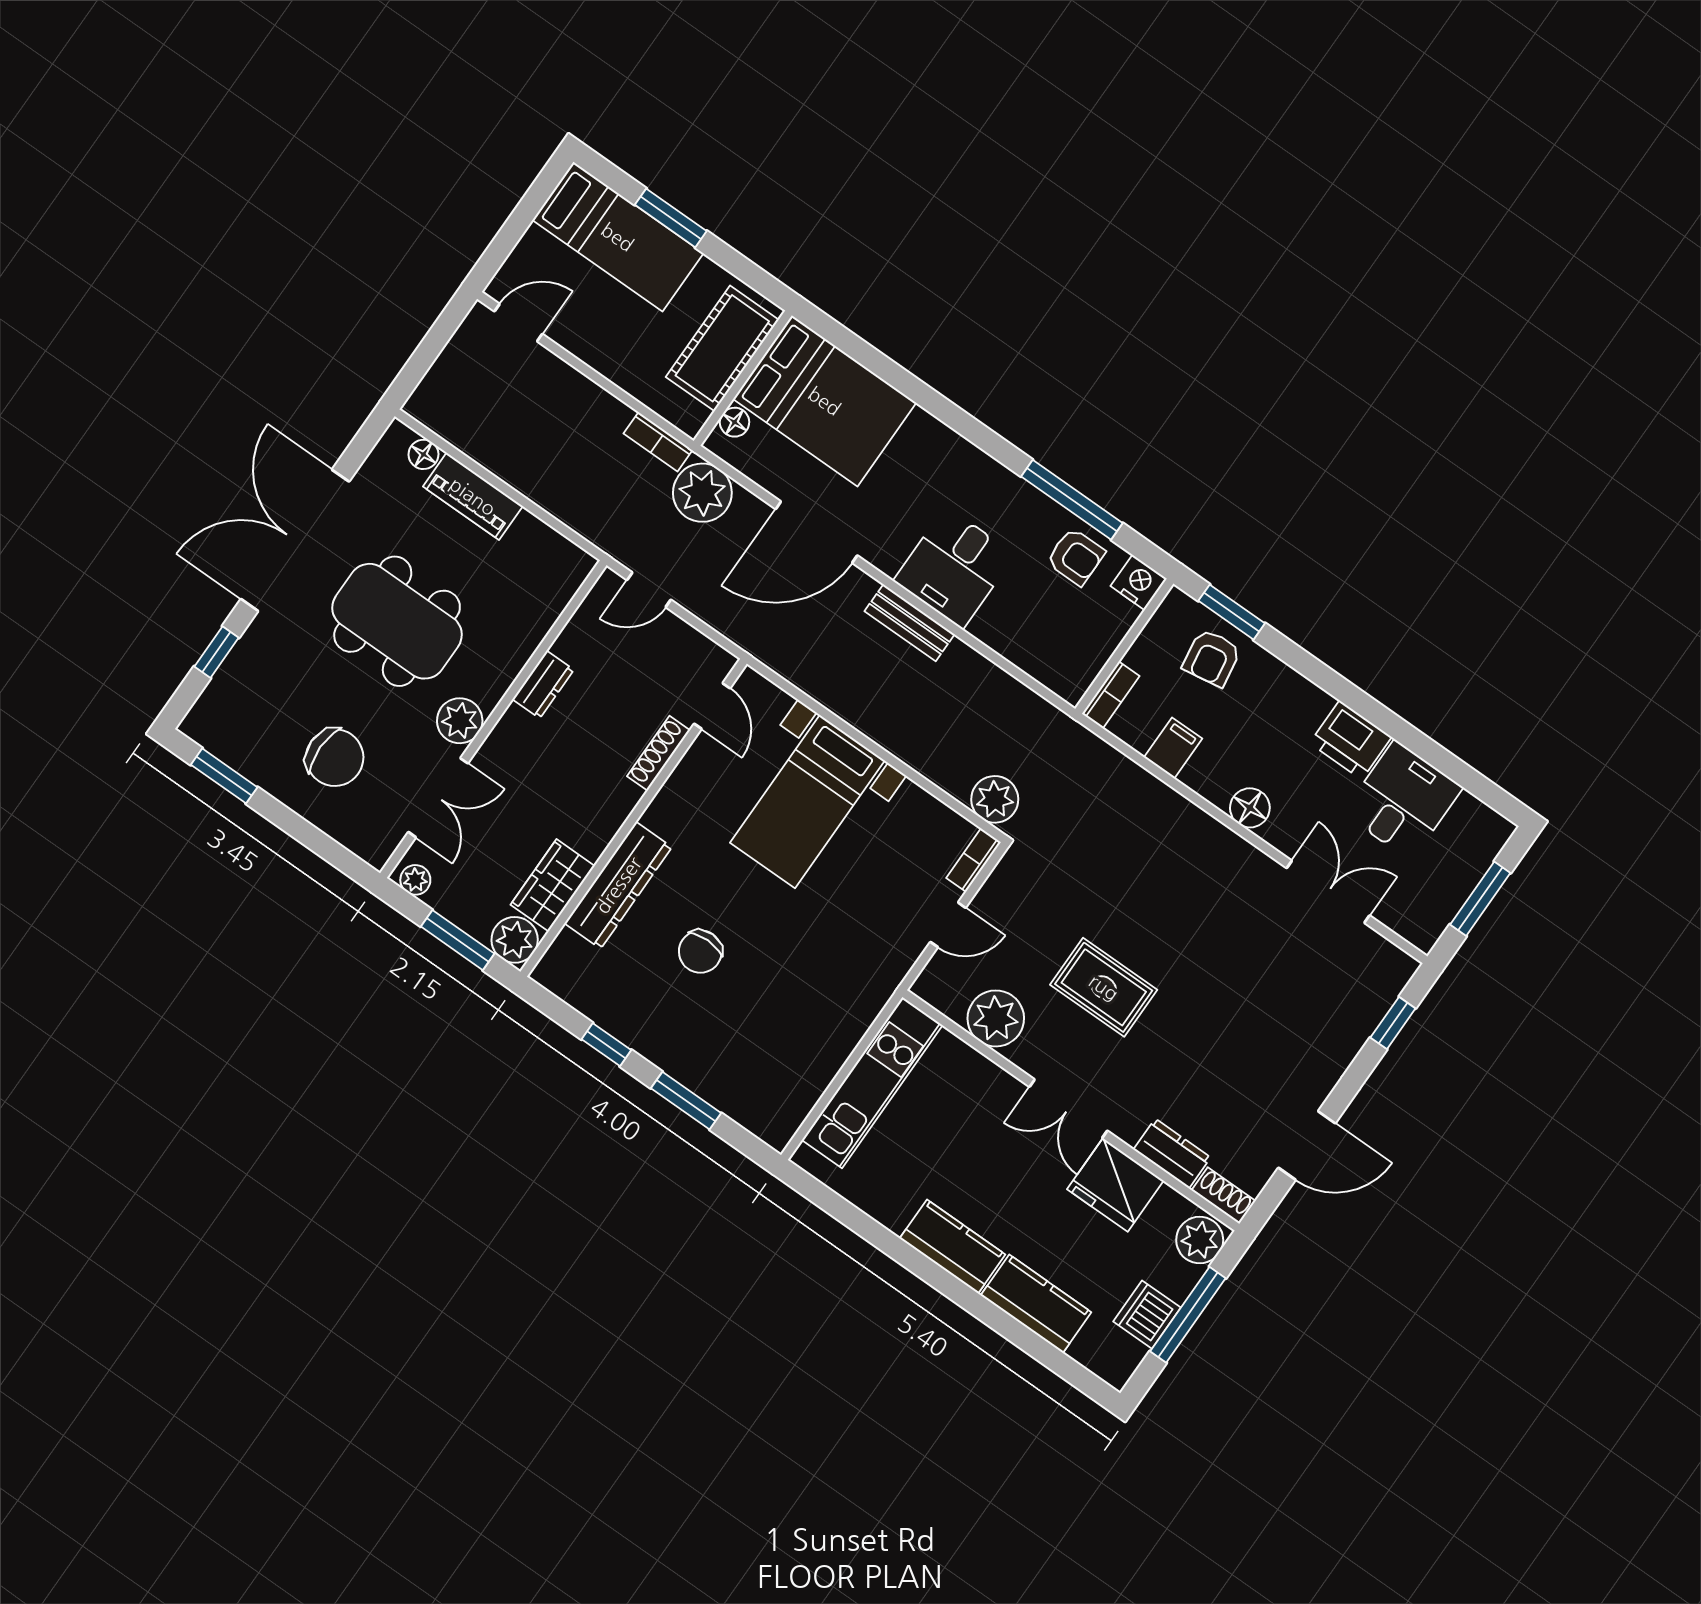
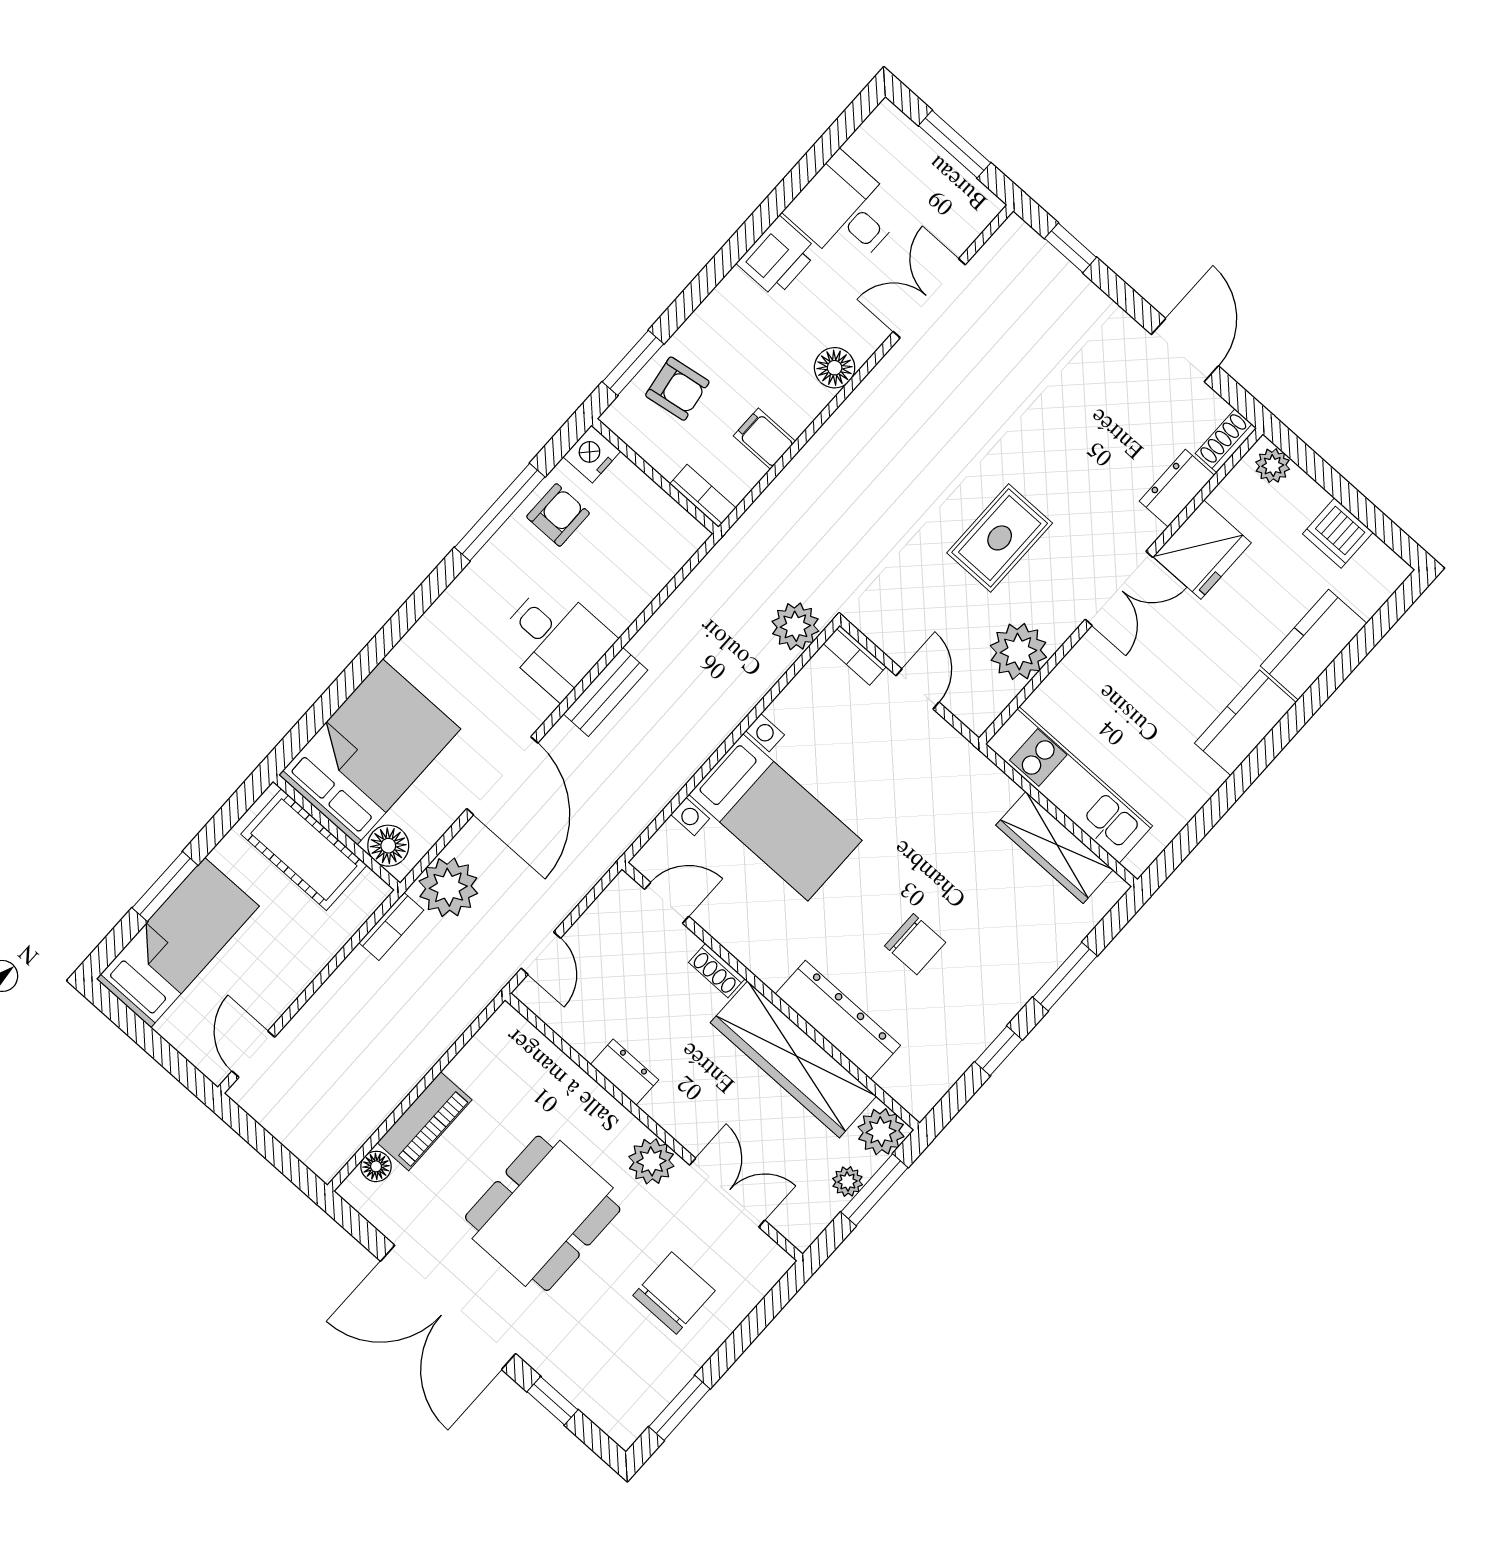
floor lamp: (735, 422) -> (388, 846), width x1.37, depth x1.37
shoe rack: (659, 753) -> (717, 971), width x0.70
plant: (415, 880) -> (848, 1182), moved
wardrobe: (553, 885) -> (793, 1059), width x2.10, depth x1.17
wardrobe: (810, 1076) -> (1055, 847), added
plant: (1200, 1240) -> (1273, 466), width x0.73, depth x0.73
window: (1188, 1315) -> (1343, 491), removed

